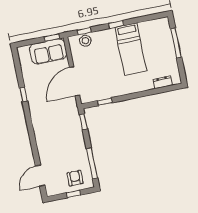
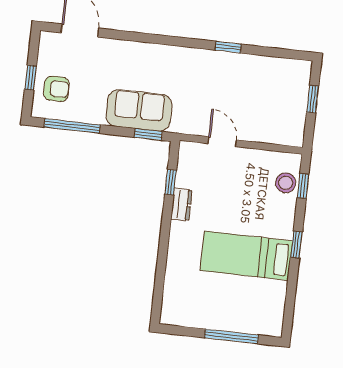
window: (52, 38) -> (313, 99), moved
sofa: (48, 51) -> (139, 110), moved, turned 90
door: (75, 81) -> (222, 142), width x0.53
dresser: (162, 82) -> (181, 205), moved

